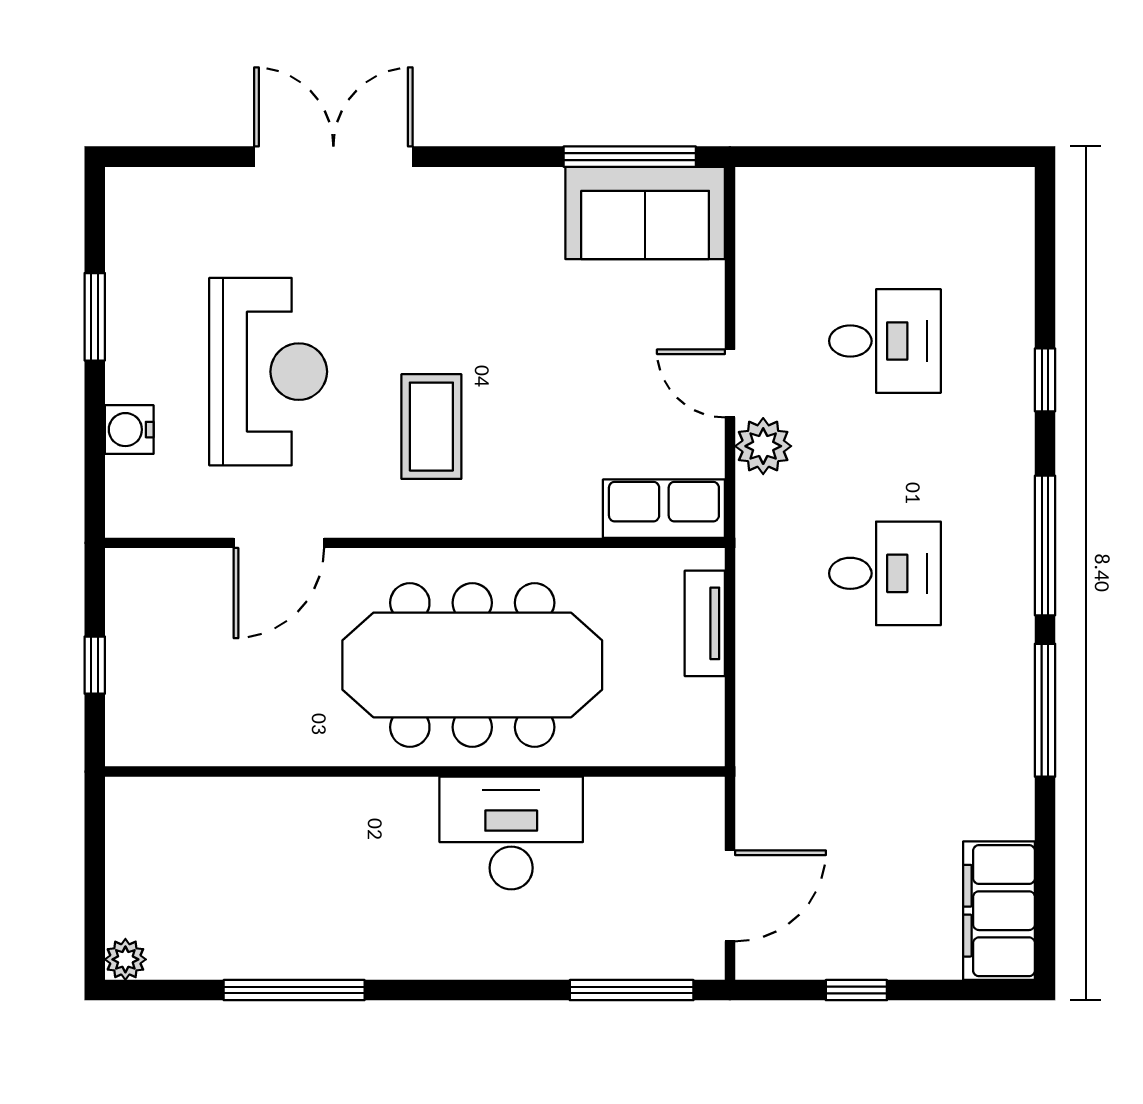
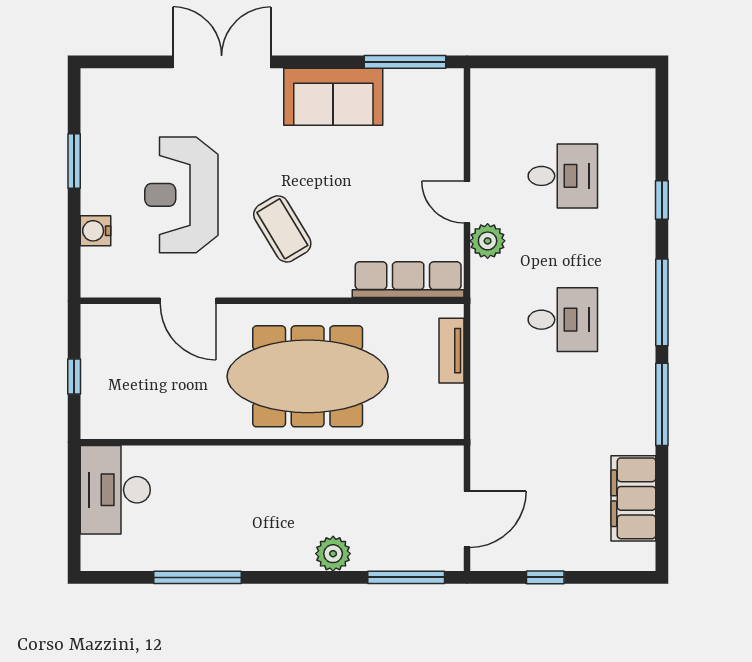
sofa: (645, 213) -> (333, 97), moved
reception desk: (268, 372) -> (181, 195), turned 180
coffee table: (431, 427) -> (282, 229), turned -31
row of seats: (664, 509) -> (408, 280), width x1.48
door: (279, 543) -> (188, 301), hinge flipped
desk: (511, 833) -> (115, 490), moved, turned -90
filing cabinet: (999, 911) -> (633, 498), moved
plant: (125, 959) -> (333, 554), moved, width x1.38, depth x1.38

